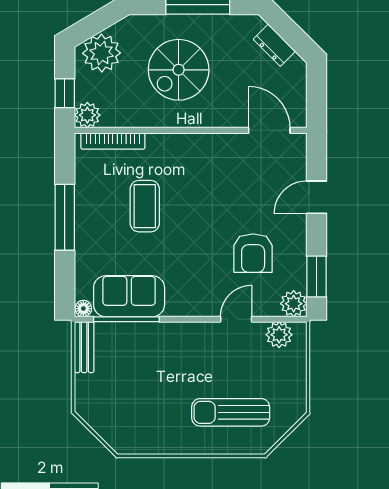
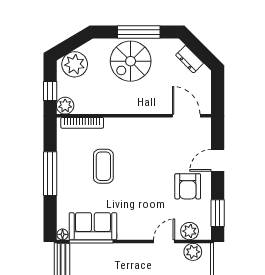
spiral stairs: (179, 70) -> (131, 61), moved
armchair: (253, 253) -> (188, 186), moved
plant: (294, 304) -> (190, 231), moved

